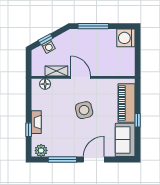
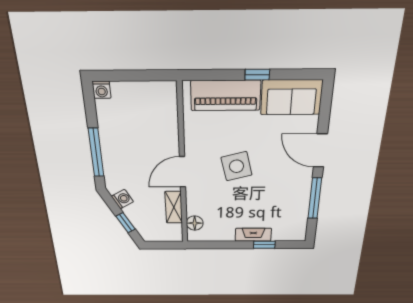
washing machine: (126, 38) -> (101, 90), width x0.53, depth x0.53
washing machine: (48, 47) -> (122, 199), moved
plant: (41, 150) -> (297, 228), removed

